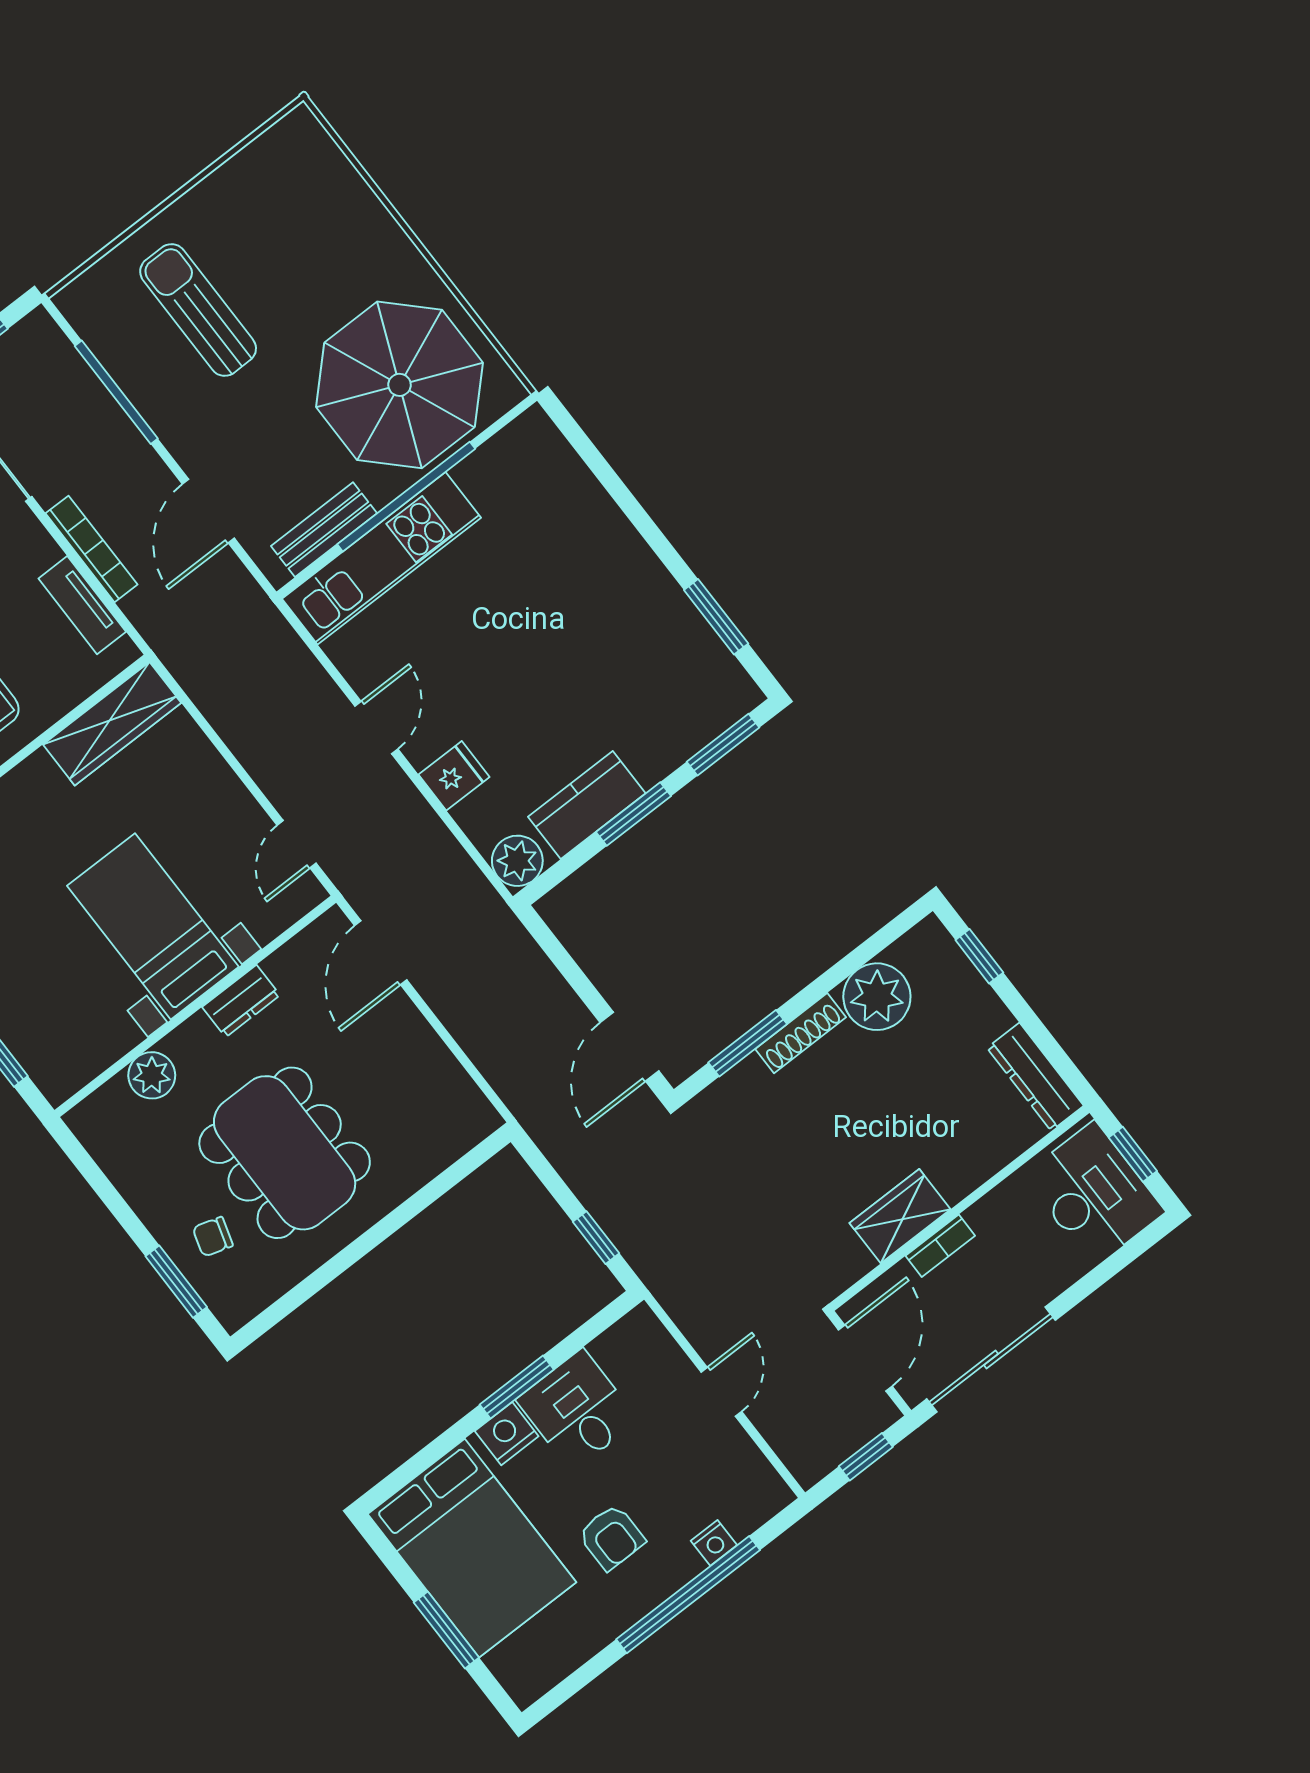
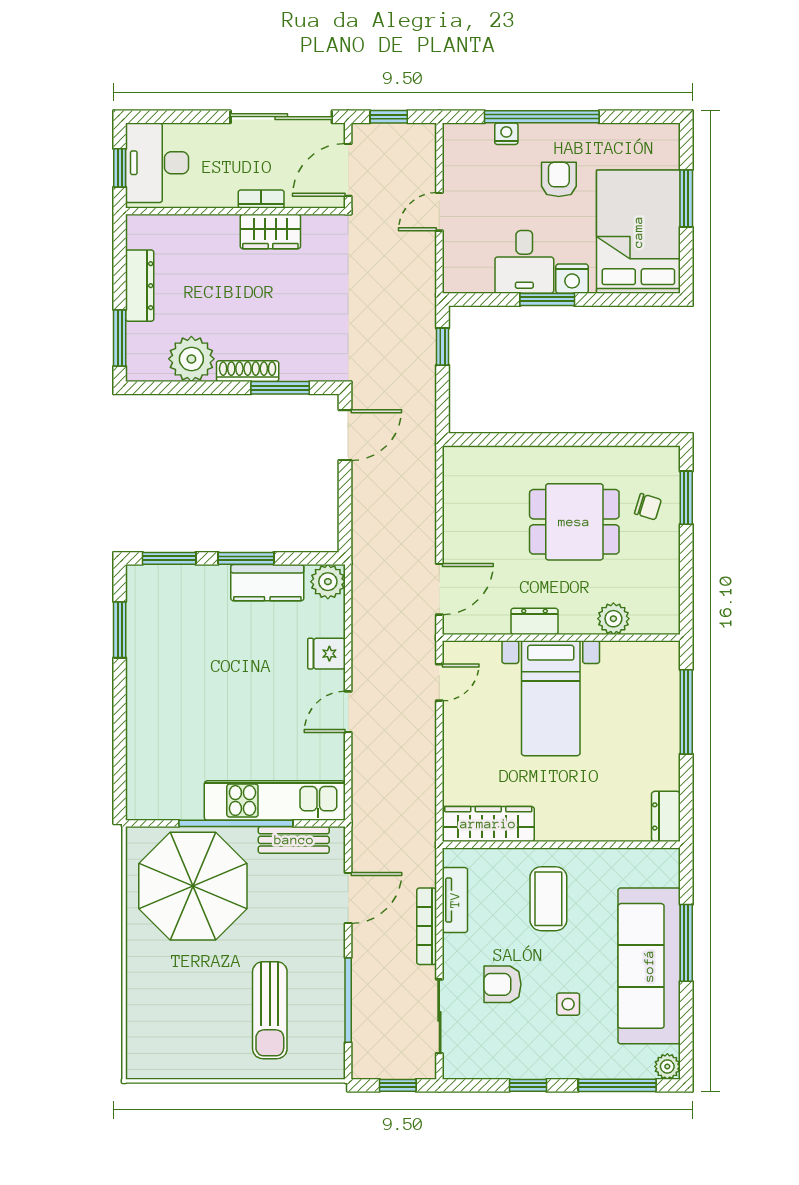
window: (979, 956) -> (120, 338), width x1.50
dresser: (1035, 1077) -> (140, 286), moved
dining table: (285, 1153) -> (574, 522), width x0.73

